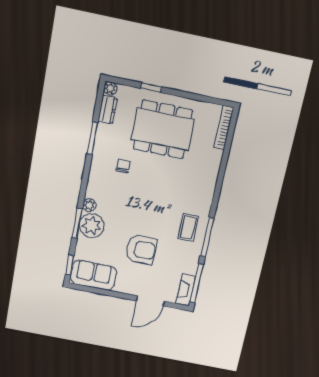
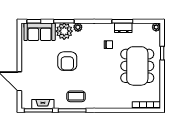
dresser: (107, 110) -> (123, 28), moved
armchair: (141, 250) -> (67, 61), moved
sofa: (94, 275) -> (40, 32), moved, turned 90
fireplace: (186, 290) -> (43, 104), moved

